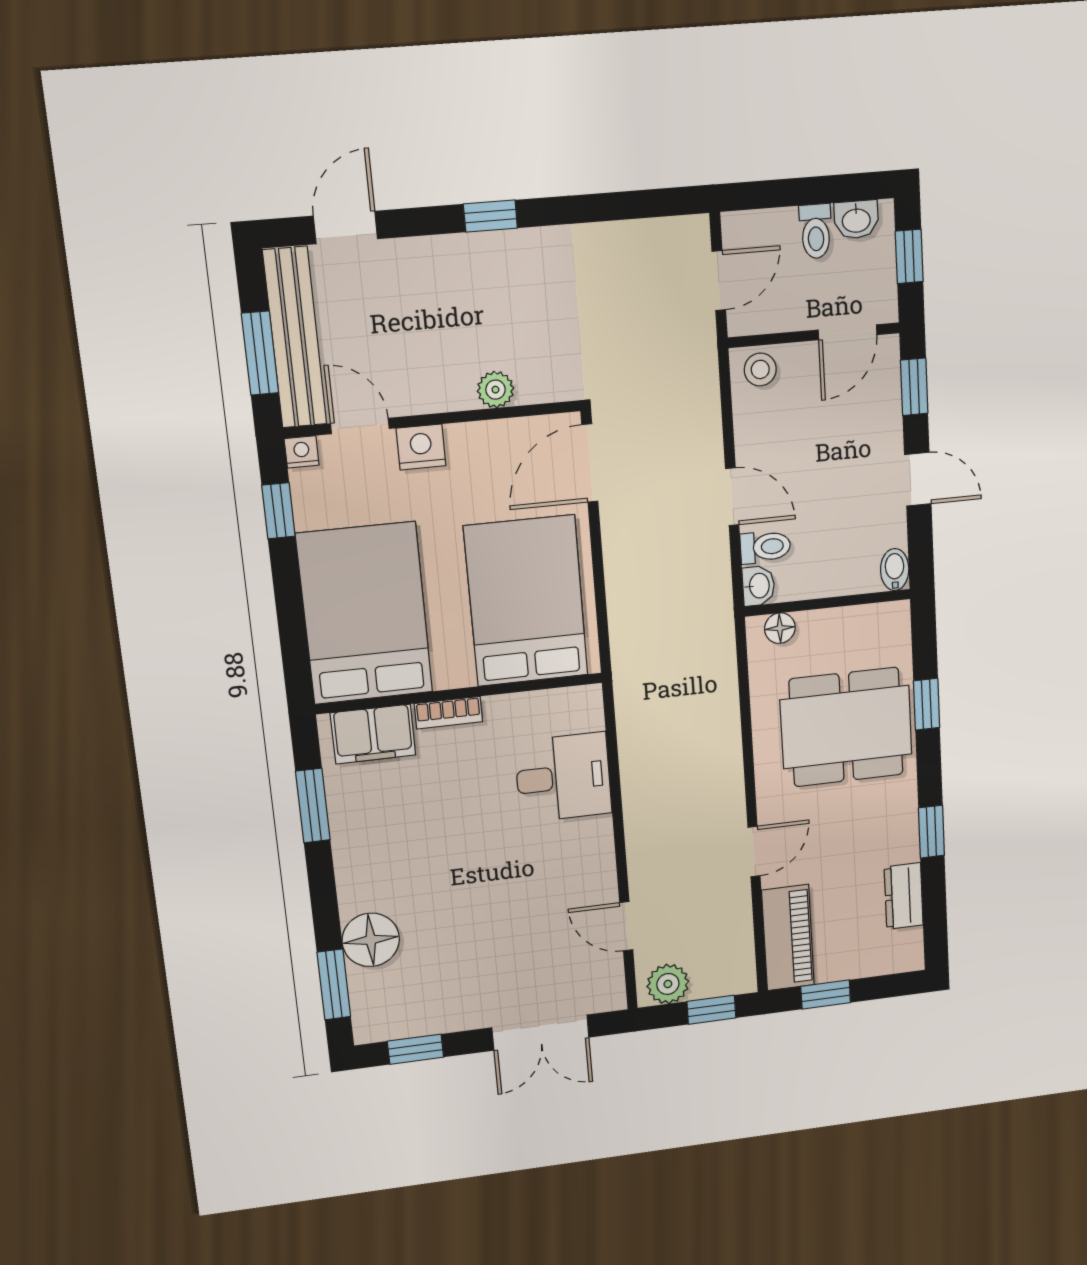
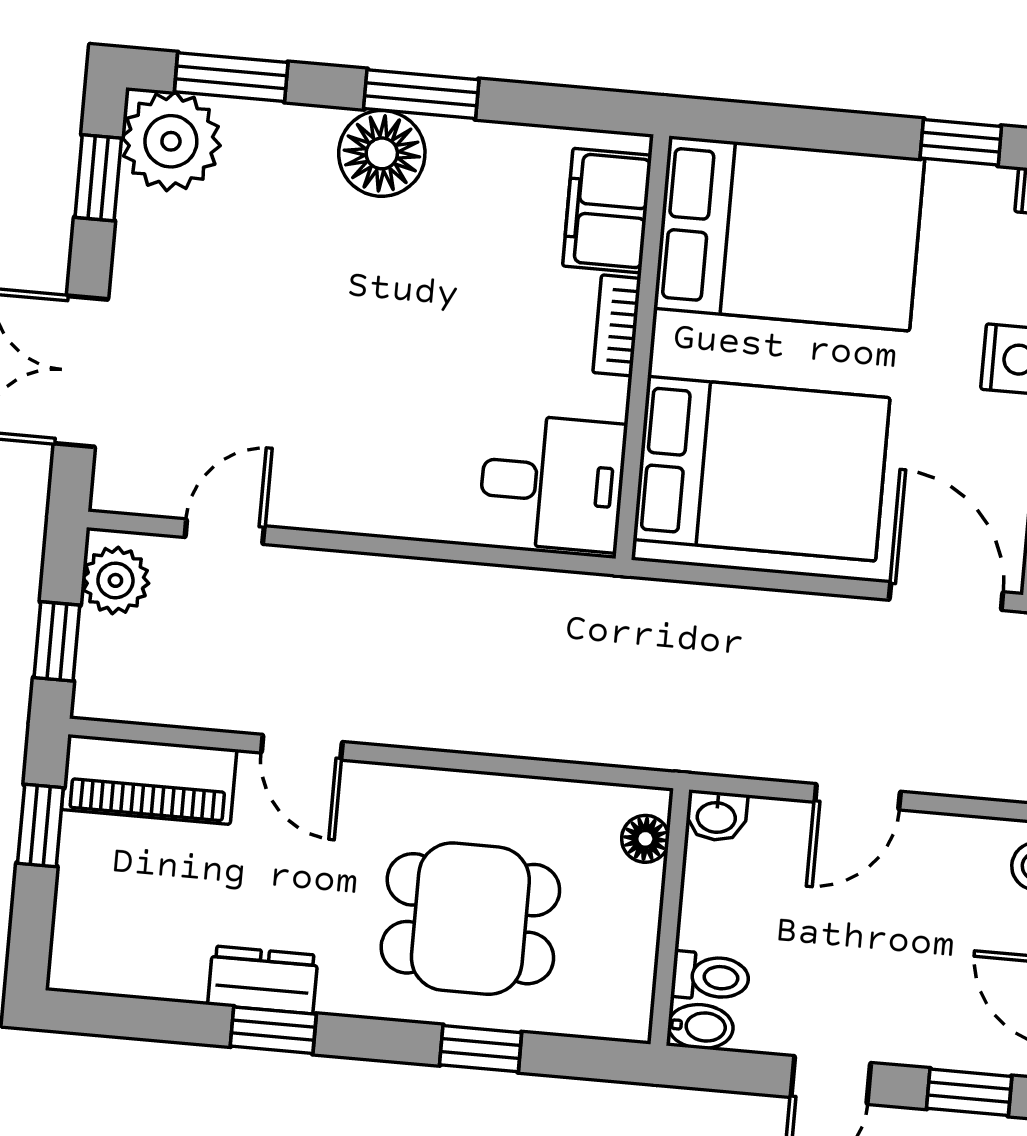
toilet: (765, 547) -> (710, 977), moved, turned -90
dining table: (846, 727) -> (470, 919), width x0.73
desk: (563, 777) -> (552, 483), moved, turned -90
window: (313, 806) -> (421, 94), moved
dresser: (904, 896) -> (263, 980), moved
floor lamp: (371, 940) -> (382, 153), moved
plant: (383, 1012) -> (171, 141), added

